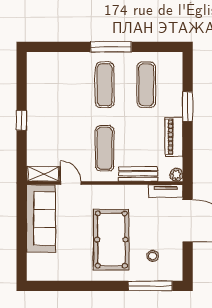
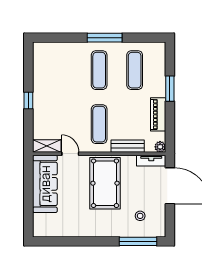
pool table: (111, 240) -> (105, 183), moved

